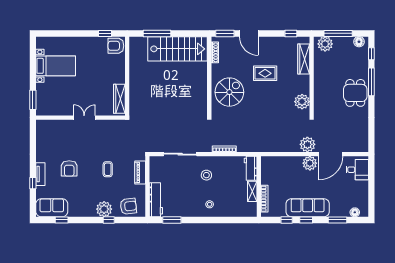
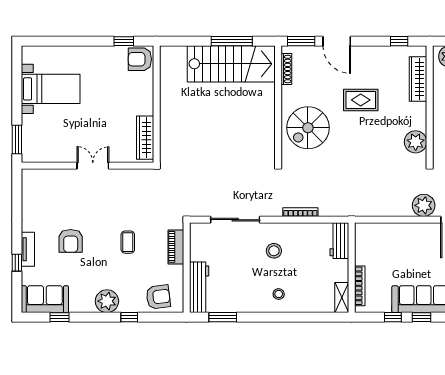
window: (157, 33) -> (232, 41), moved
spiral stairs: (229, 92) -> (308, 128), turned 180
plant: (310, 163) -> (427, 233), removed
shelving: (252, 191) -> (342, 298), moved
plant: (104, 209) -> (107, 301), moved

